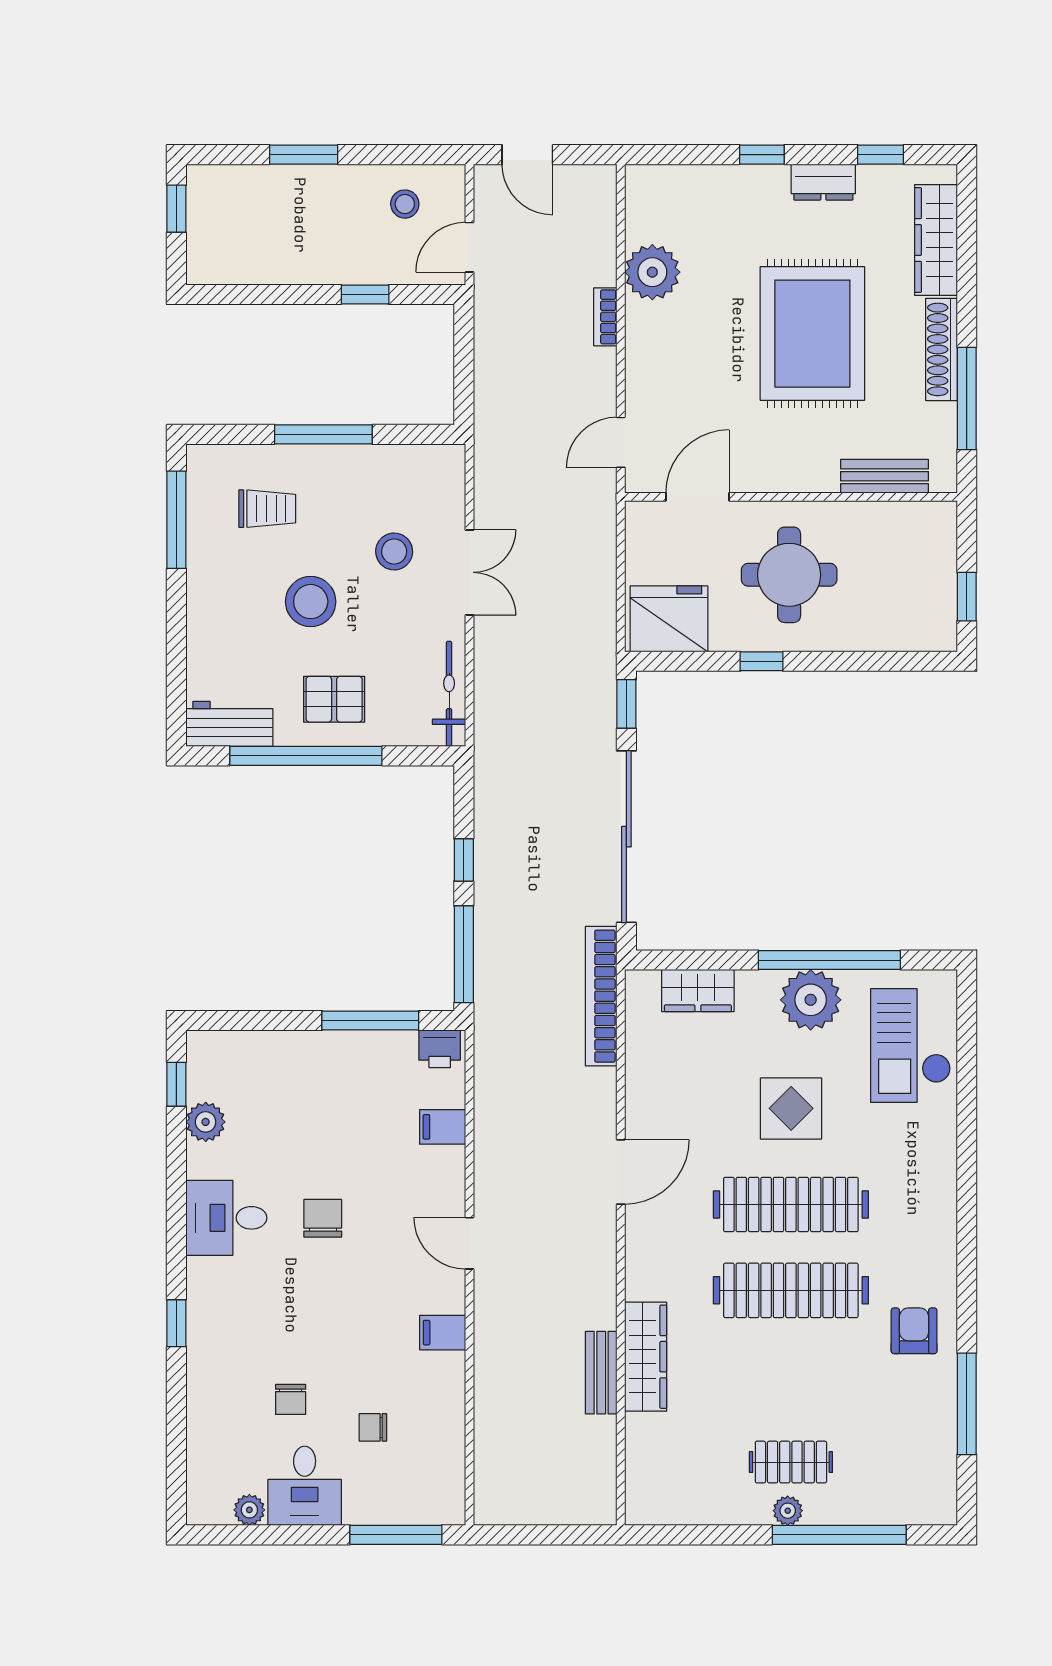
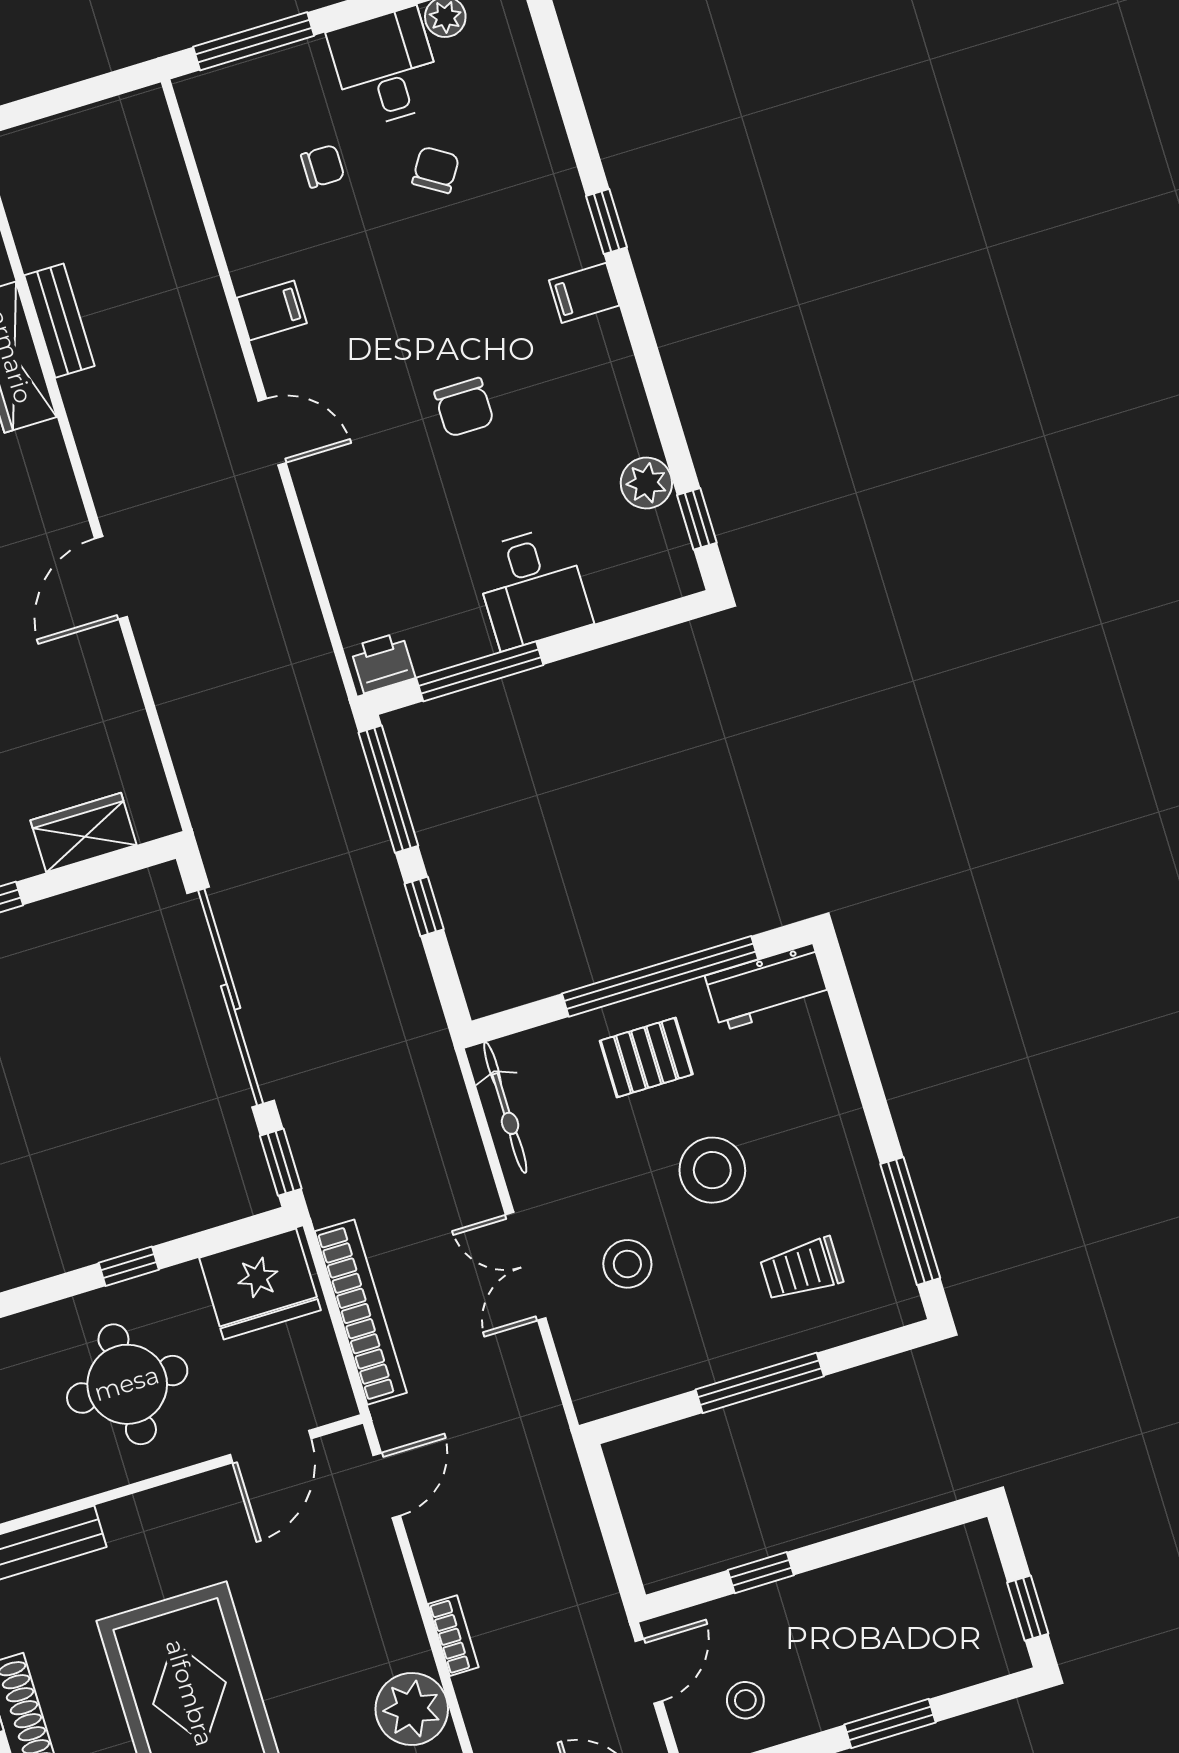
bookcase: (601, 996) -> (361, 1312), moved
filing cabinet: (443, 1127) -> (584, 293), moved, turned 180
desk: (226, 1218) -> (532, 588), moved, turned 90
chair: (291, 1399) -> (436, 170), turned 32

